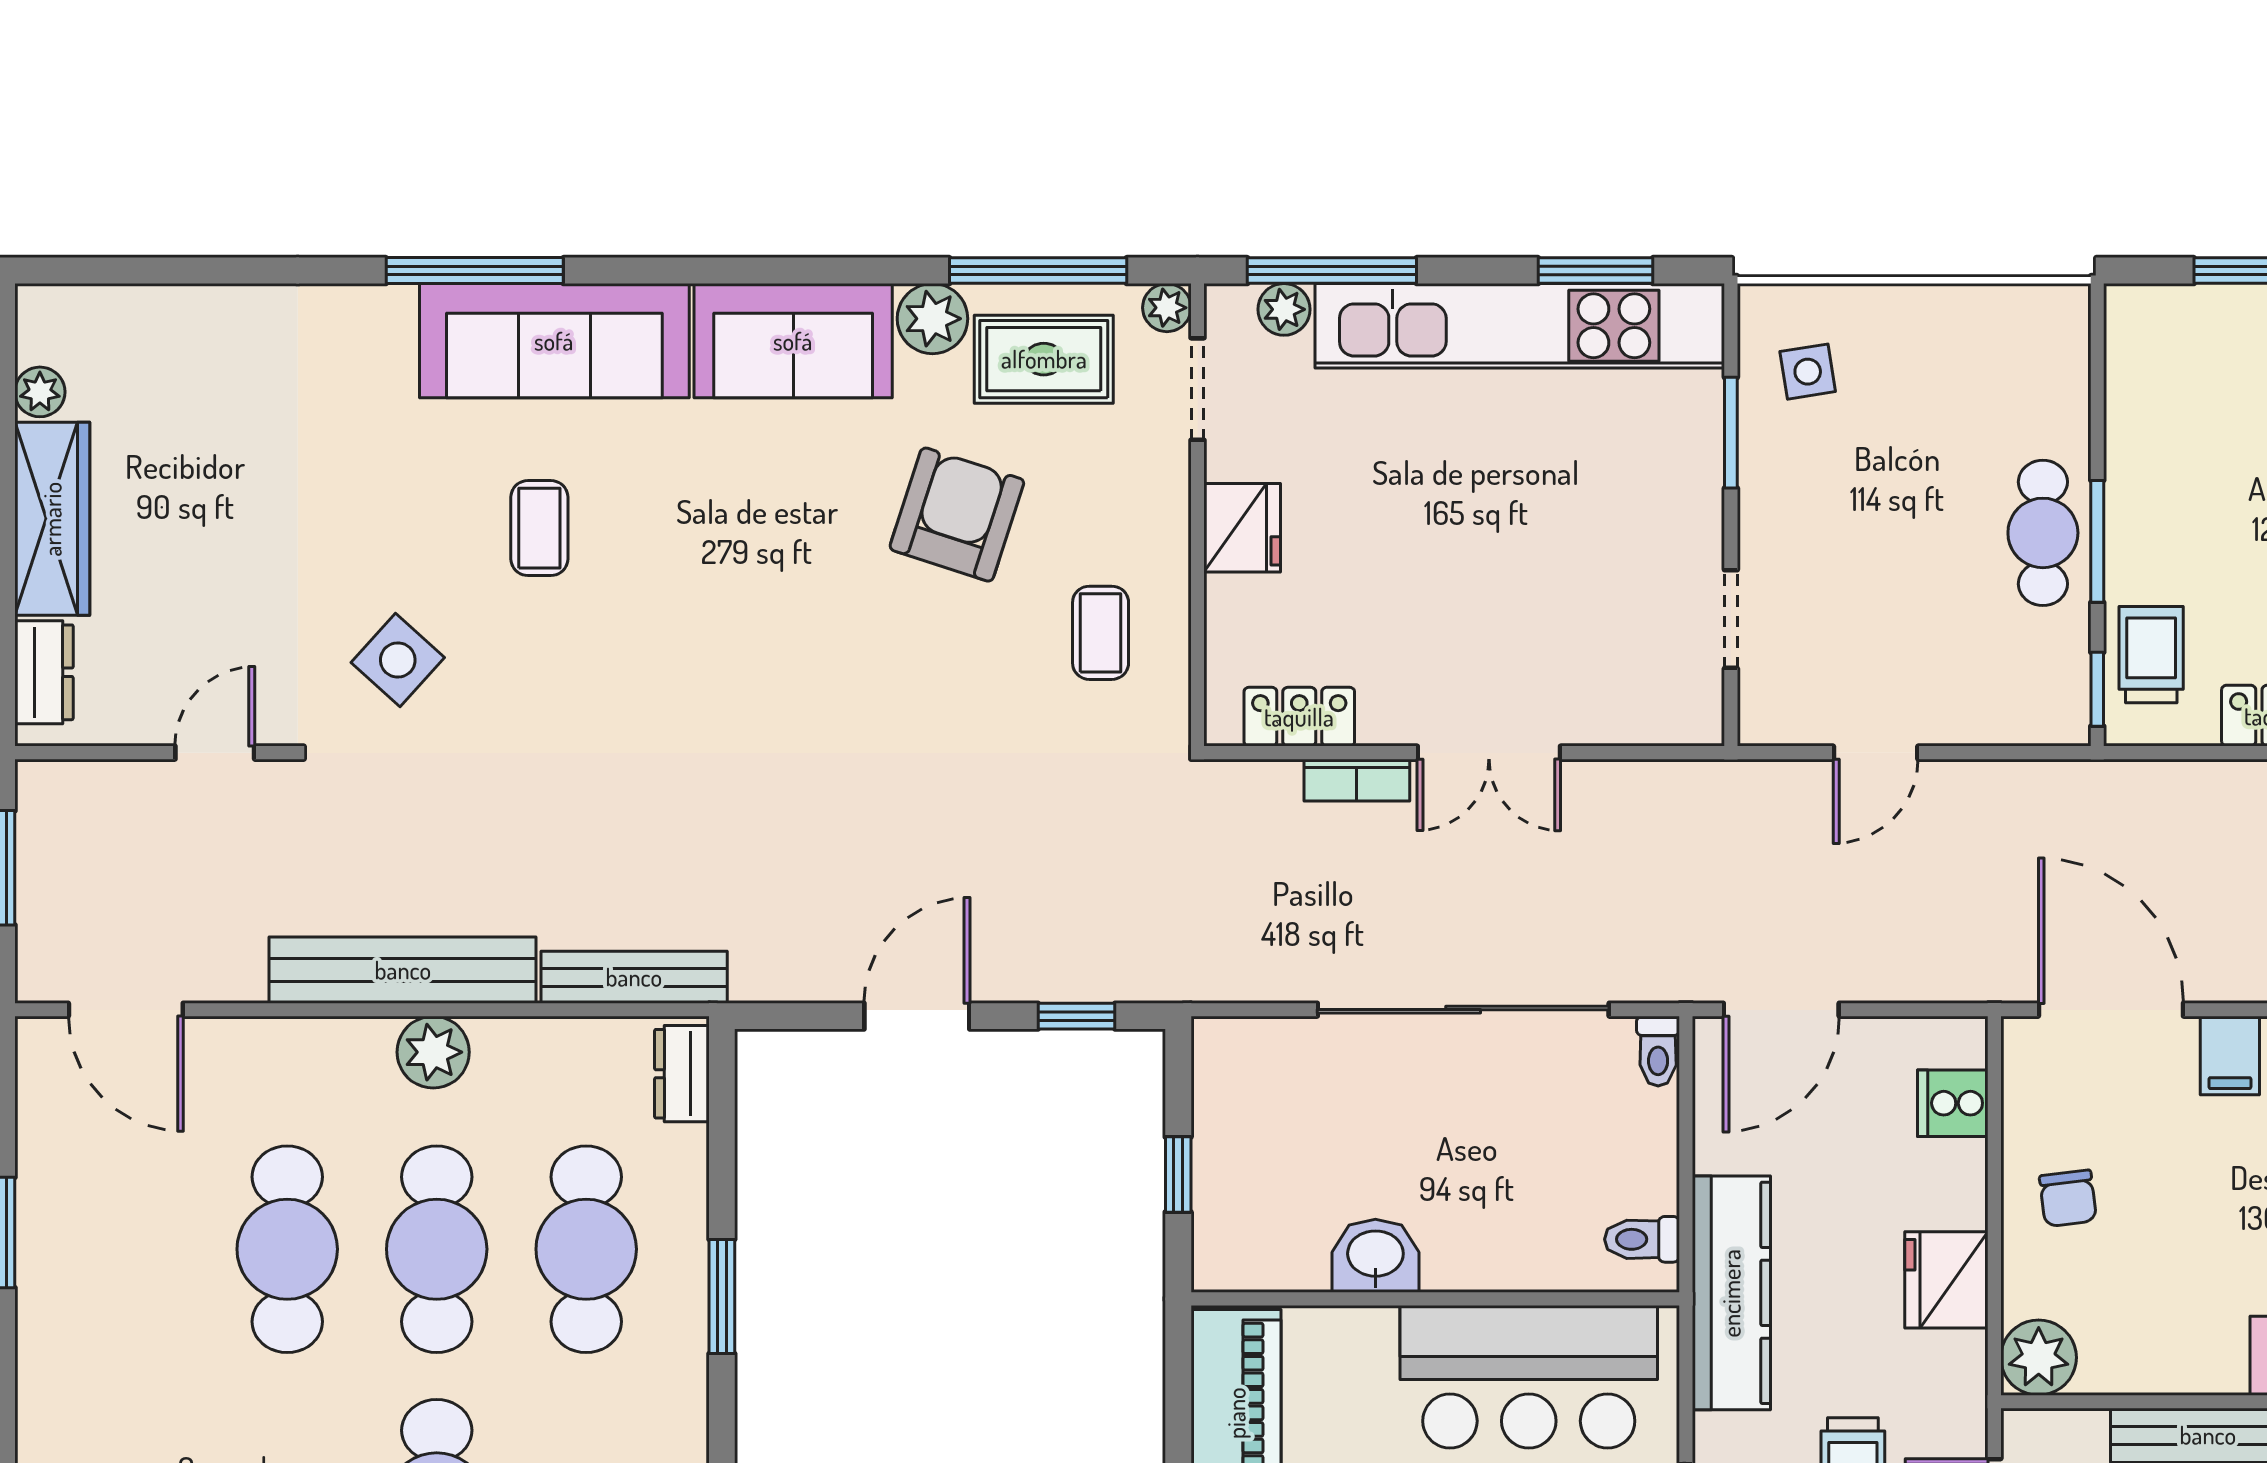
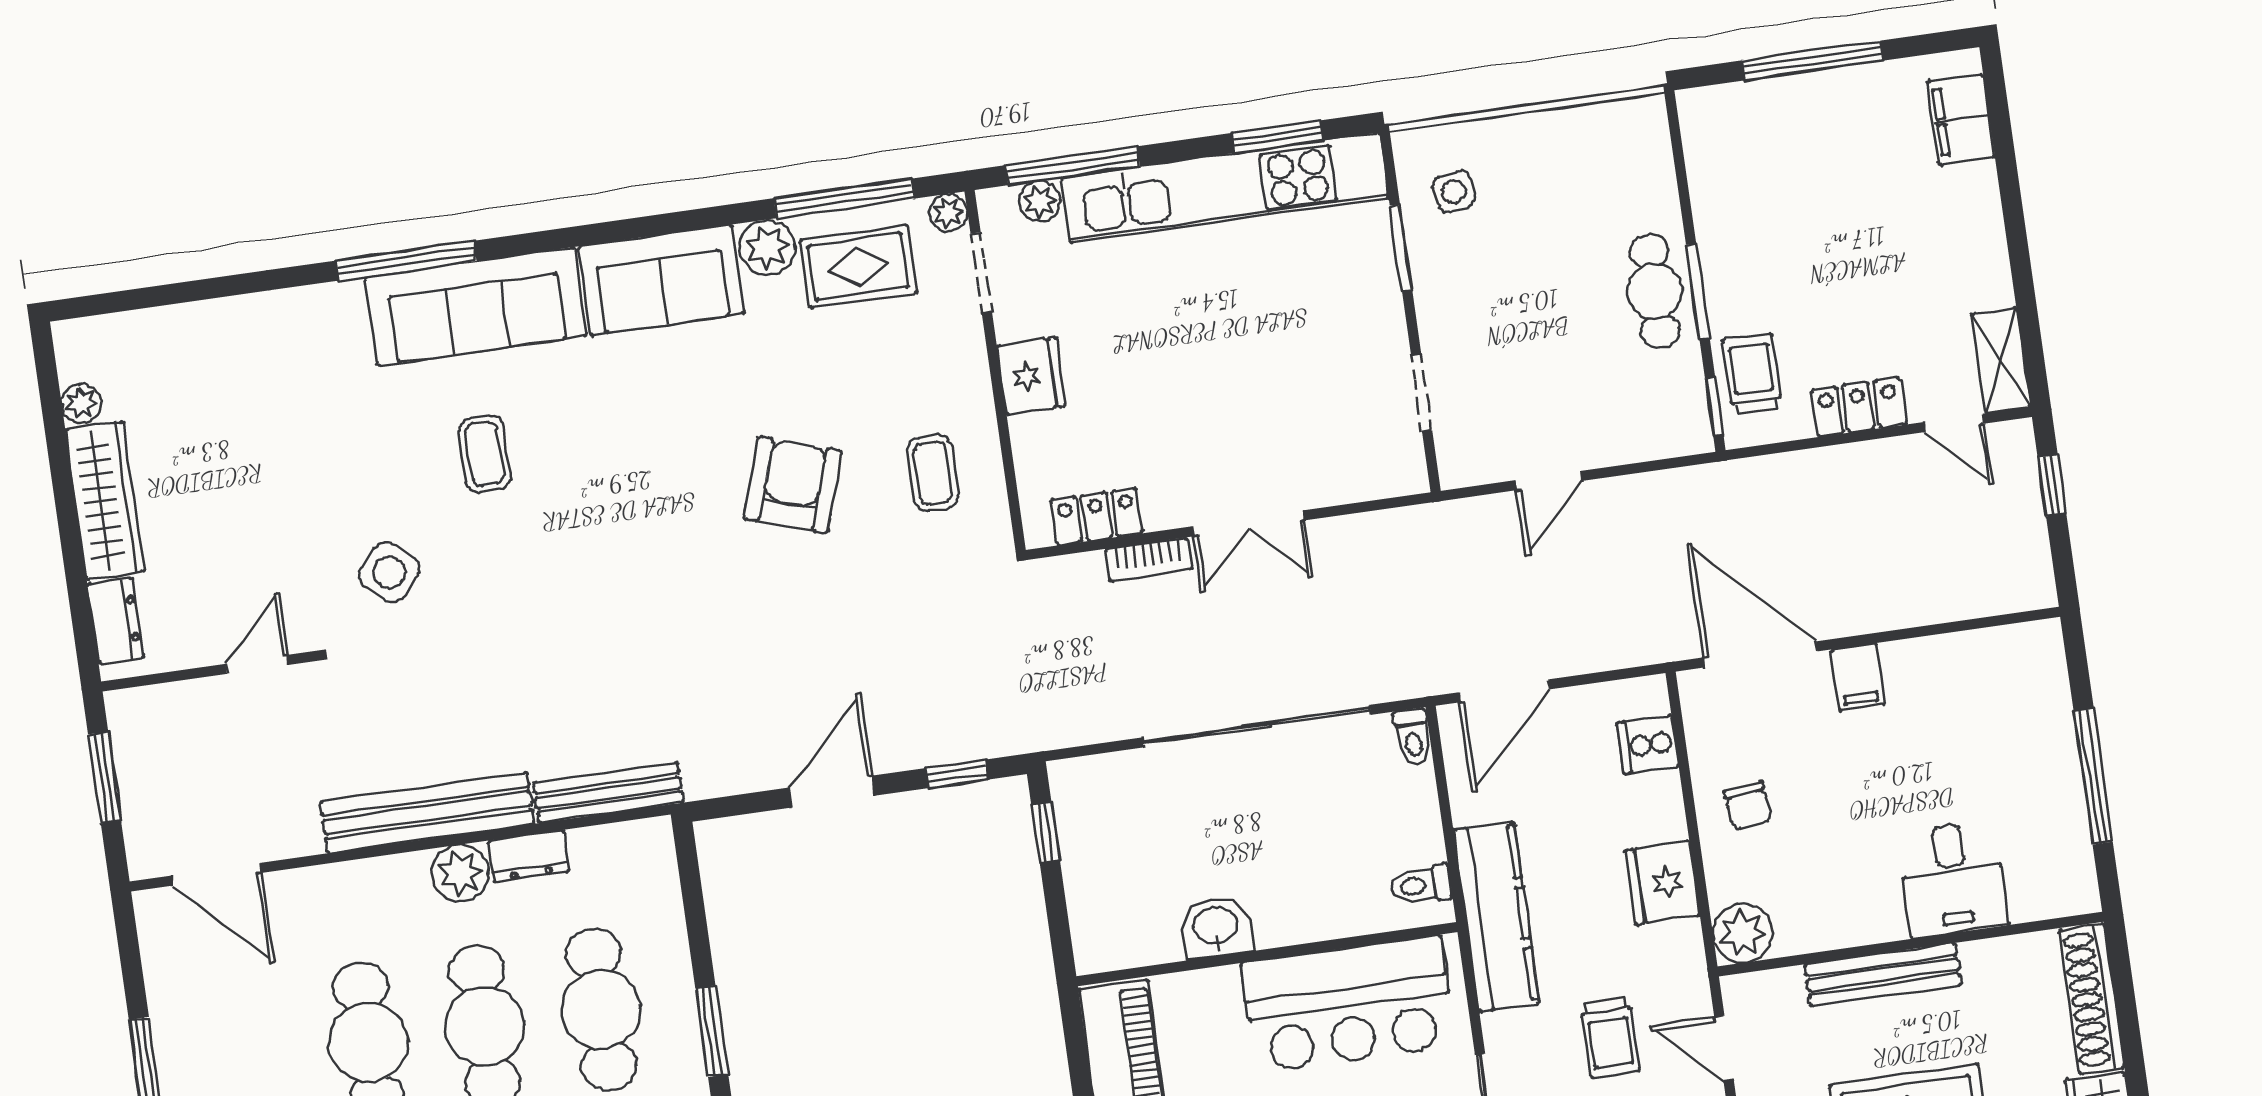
armchair: (957, 515) -> (793, 485), moved
dresser: (682, 1074) -> (529, 856), moved, turned -90
window: (1178, 1174) -> (1046, 833), moved

